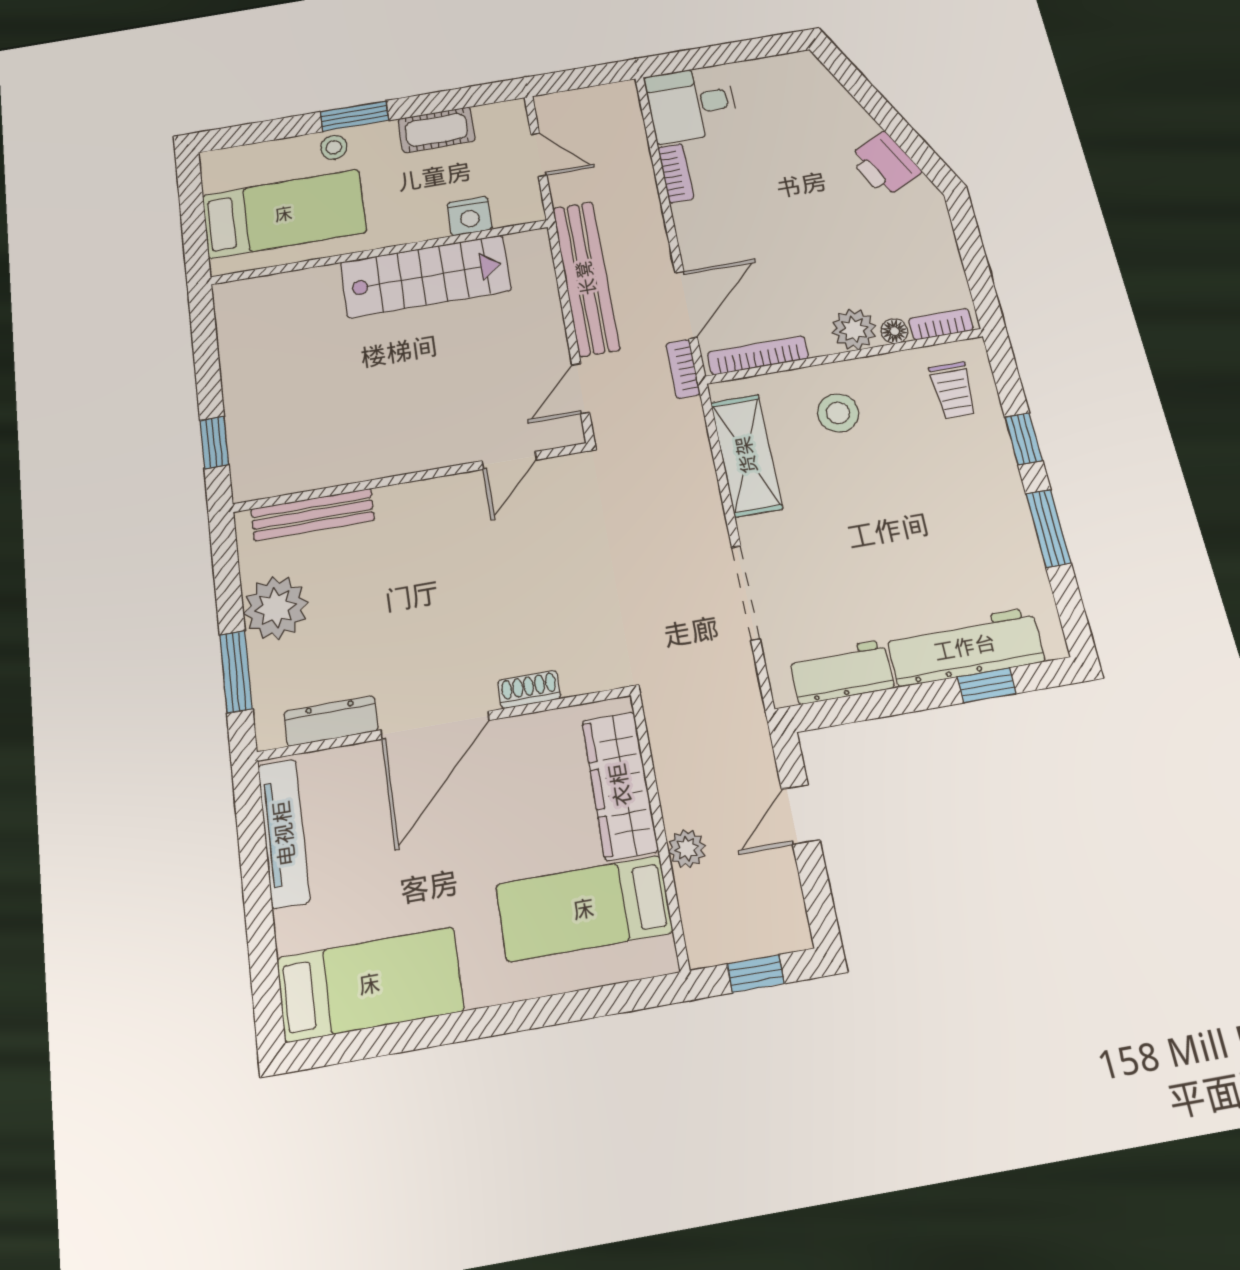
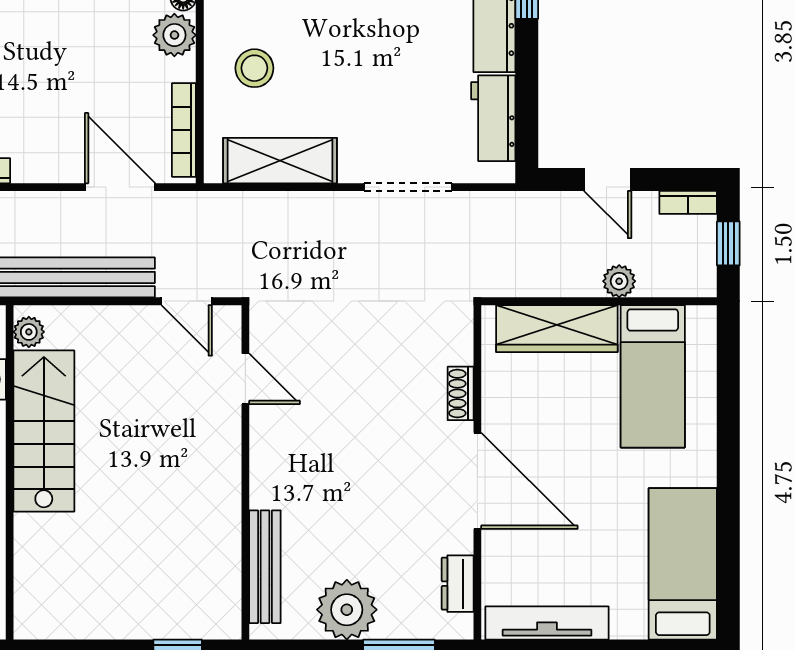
plant: (523, 246) -> (29, 332), added
bookcase: (683, 369) -> (688, 202), moved
dresser: (331, 721) -> (458, 584), width x0.70

